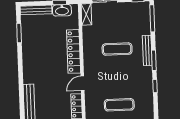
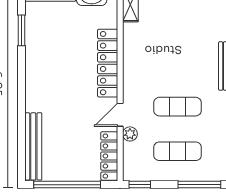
exercise mat: (117, 49) -> (178, 107), moved
plant: (89, 95) -> (130, 134), added

